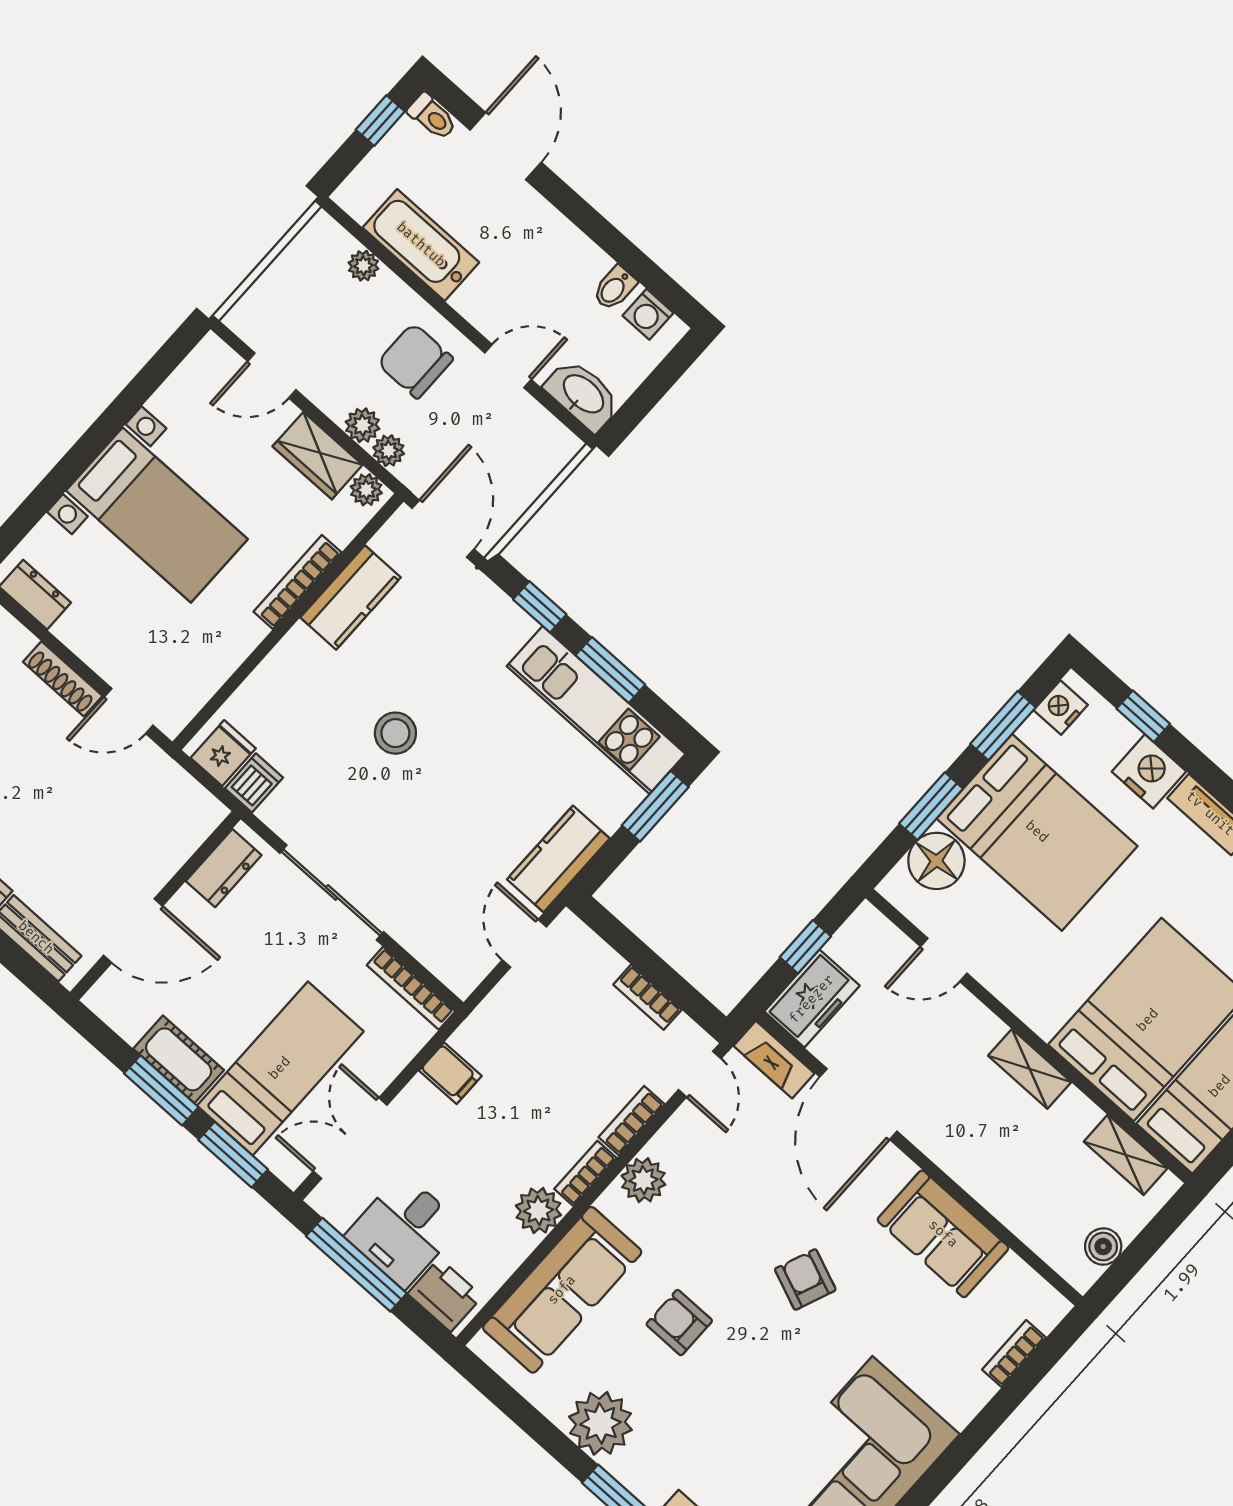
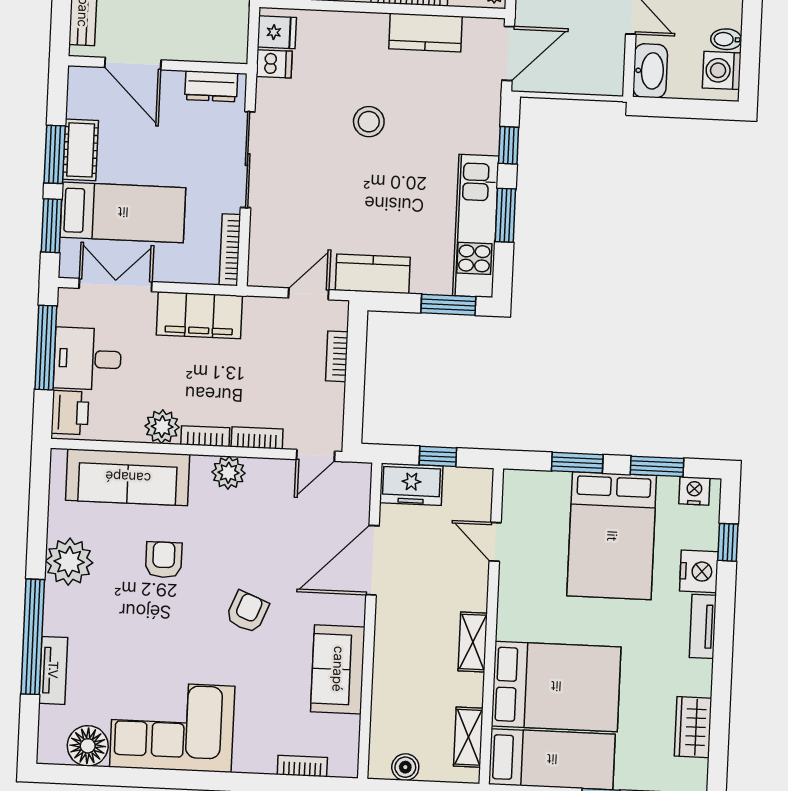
washing machine: (648, 314) -> (722, 70), width x1.38, depth x1.38
floor lamp: (936, 861) -> (548, 491), removed
bookcase: (647, 997) -> (337, 356), moved
fireplace: (774, 1060) -> (359, 491), removed
filing cabinet: (450, 1073) -> (199, 315), width x3.00, depth x1.17

